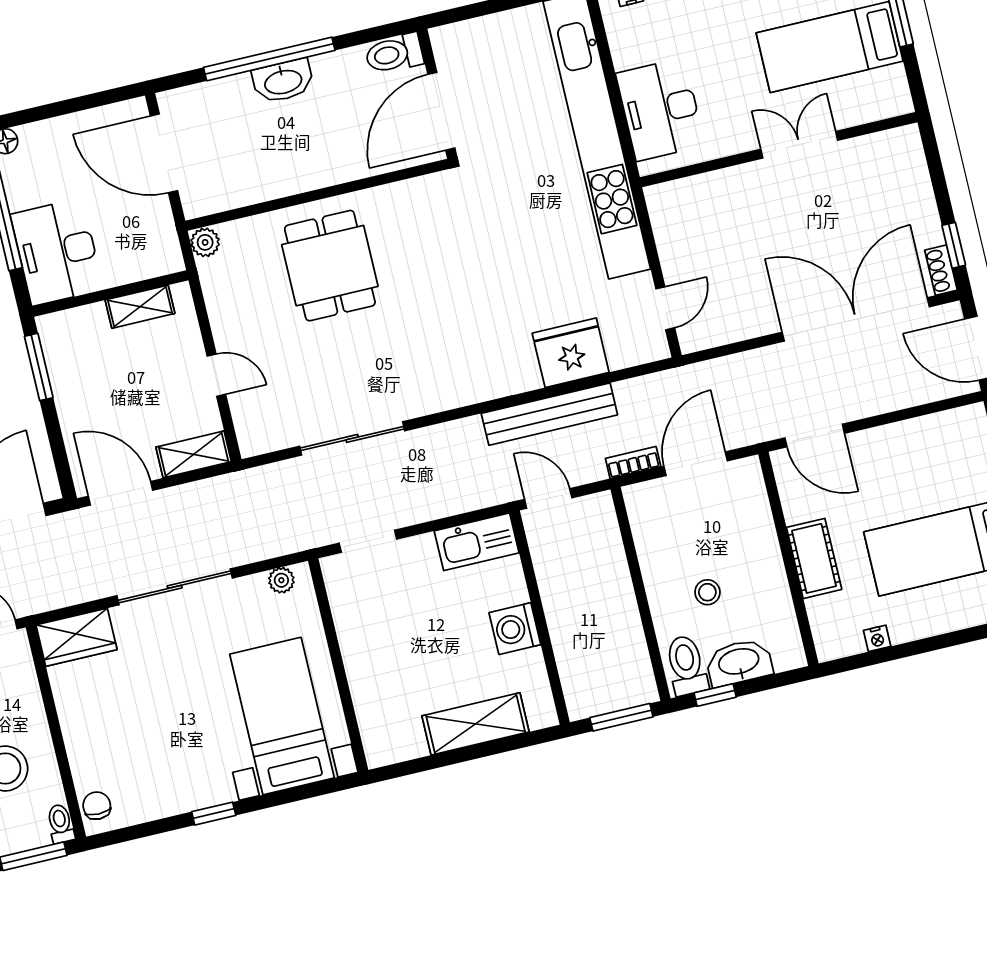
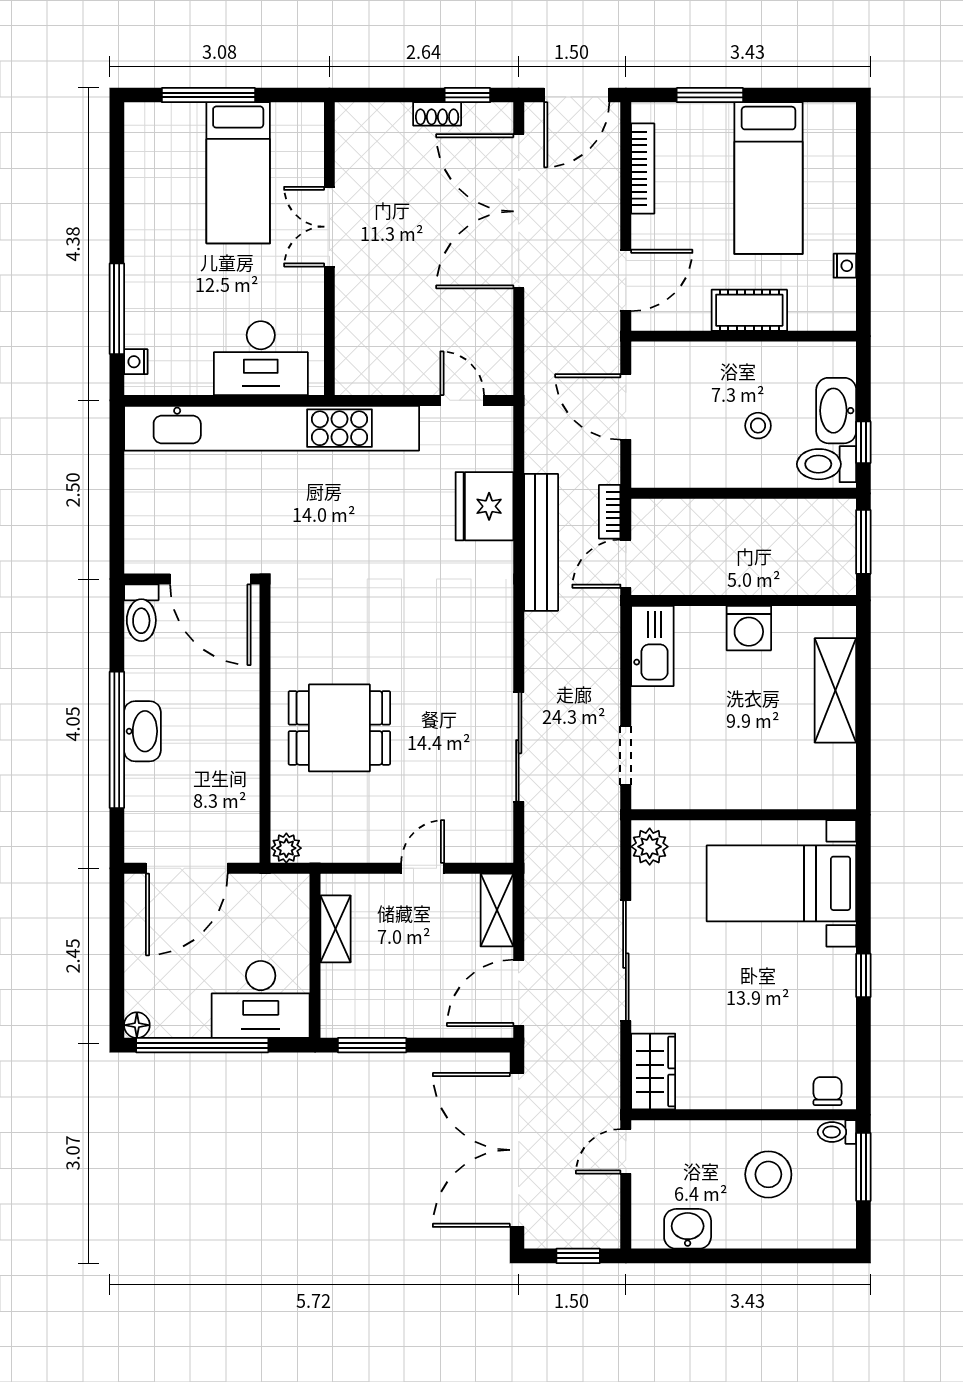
shoe rack: (941, 270) -> (437, 114), moved
bookcase: (924, 427) -> (643, 169), added
bookcase: (633, 462) -> (610, 512), moved
plant: (281, 580) -> (650, 847), width x1.38, depth x1.38
chair: (97, 806) -> (827, 1091), turned 90

